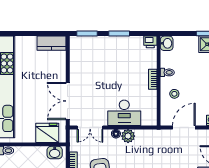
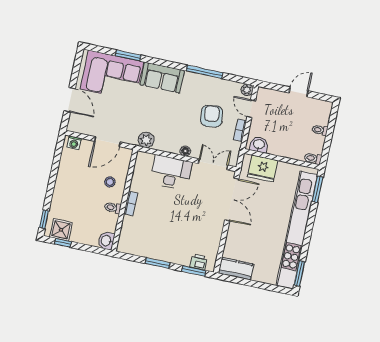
printer: (150, 42) -> (199, 262), moved
plant: (128, 136) -> (146, 140), moved

